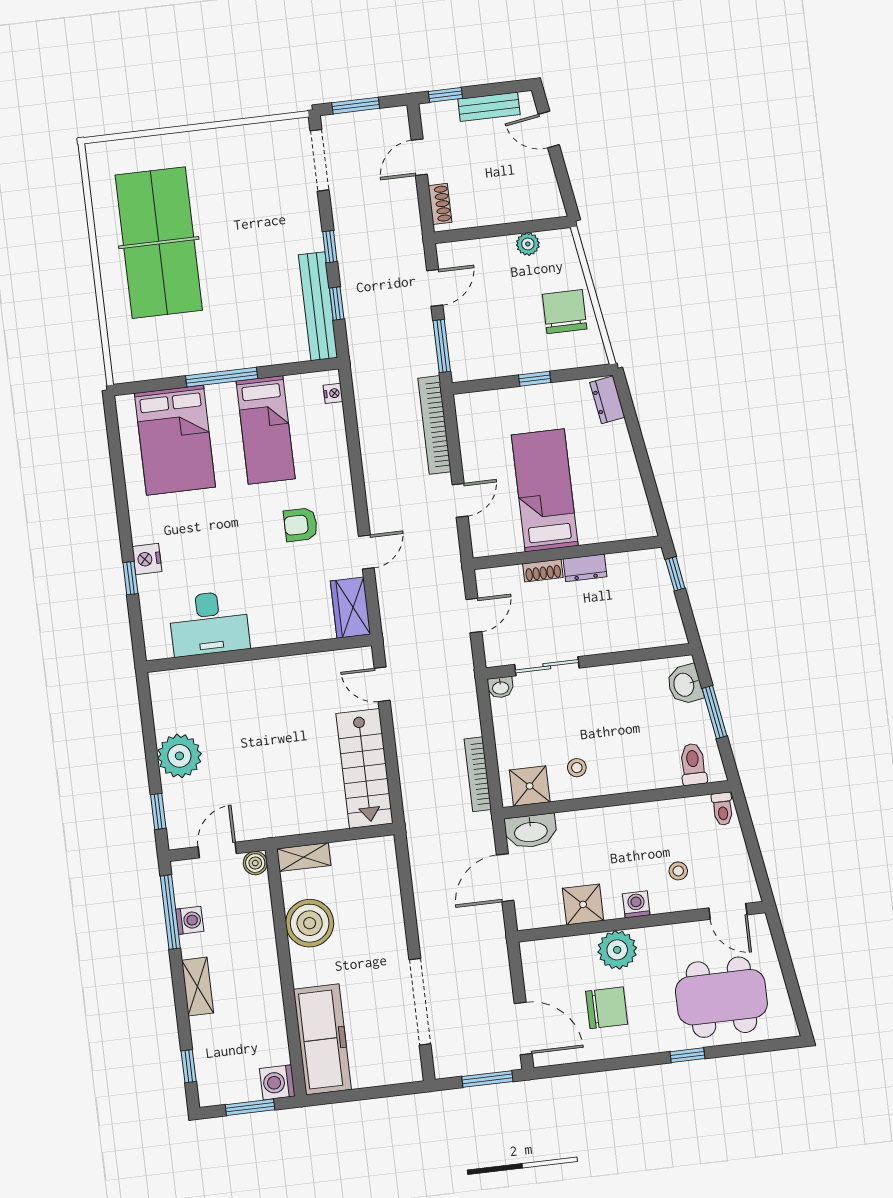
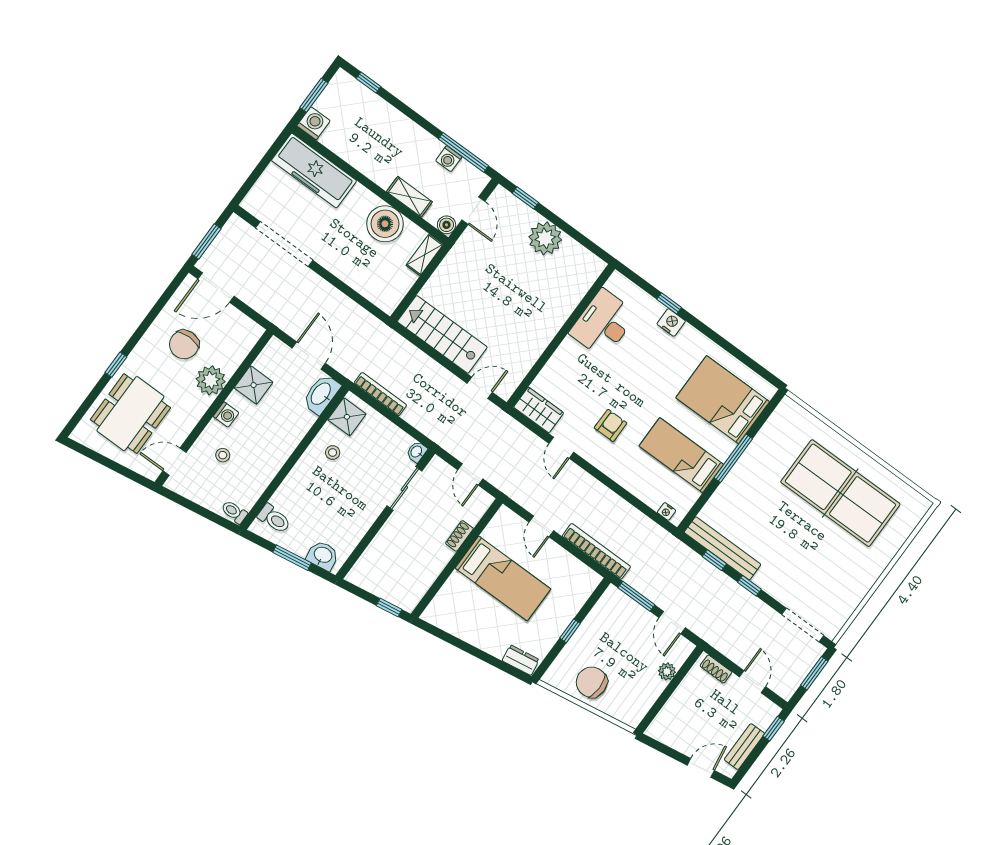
plant: (528, 244) -> (667, 671), moved
chair: (565, 312) -> (592, 682), turned 180
dresser: (585, 568) -> (439, 561), removed
shelving: (198, 987) -> (409, 197), moved

